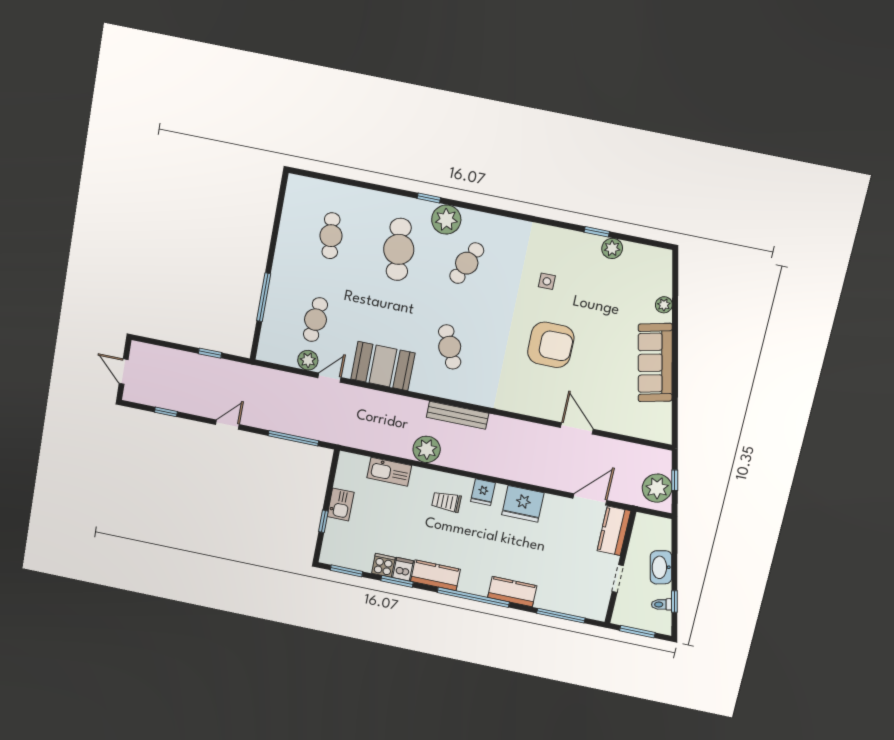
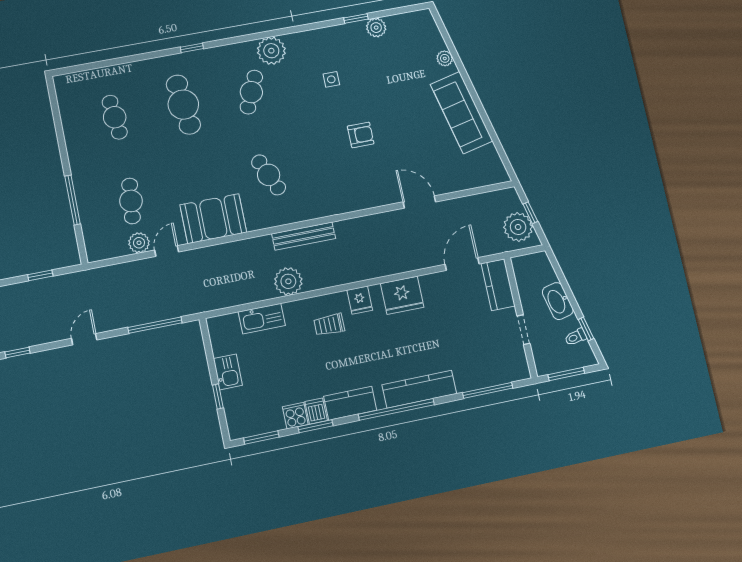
plant: (446, 220) -> (271, 51), moved
armchair: (551, 345) -> (361, 135), width x0.53, depth x0.53
kitchen counter: (512, 592) -> (419, 389), width x1.50

